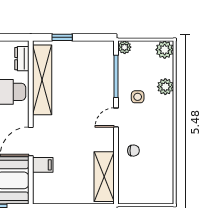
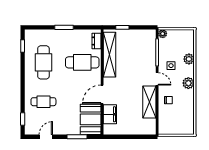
plant: (165, 50) -> (188, 83), moved
door: (116, 118) -> (157, 79), swing flipped
filing cabinet: (43, 165) -> (110, 114), width x2.00
shelving: (104, 177) -> (149, 102), moved

